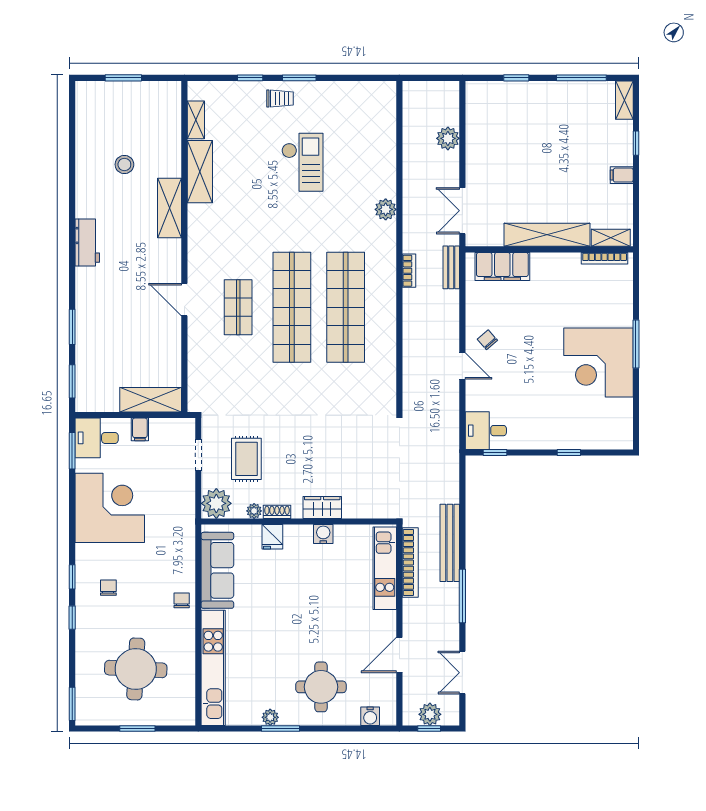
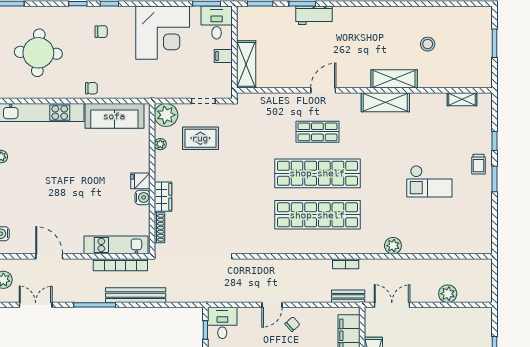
shelving: (200, 172) -> (385, 102), moved
workbench: (87, 243) -> (314, 15), moved
shoe rack: (277, 512) -> (160, 228), moved, width x1.43
fridge: (272, 537) -> (140, 181), moved
round table: (321, 687) -> (24, 196), removed

